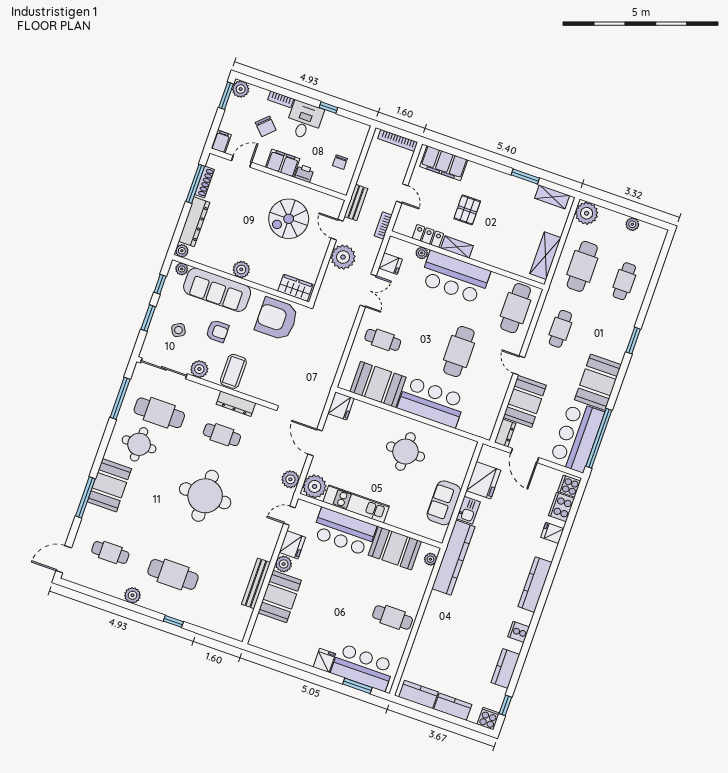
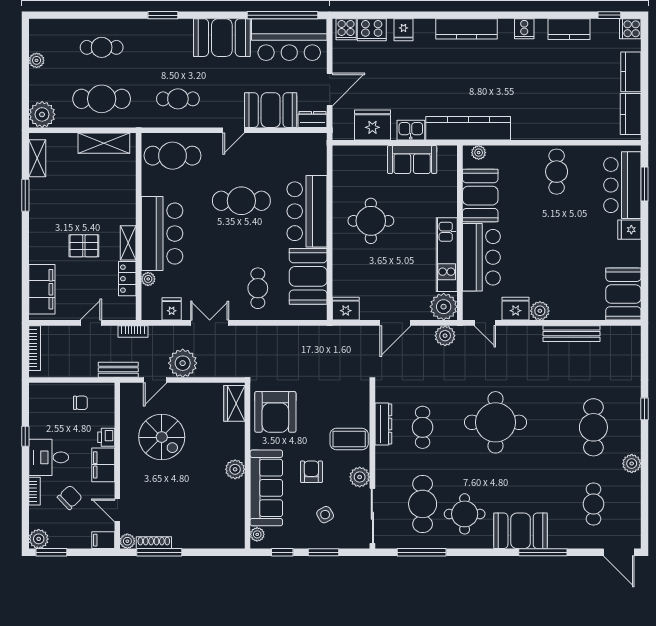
dresser: (194, 222) -> (201, 539), removed
plant: (182, 251) -> (127, 541), moved
booth: (280, 597) -> (623, 294), moved, turned 90

